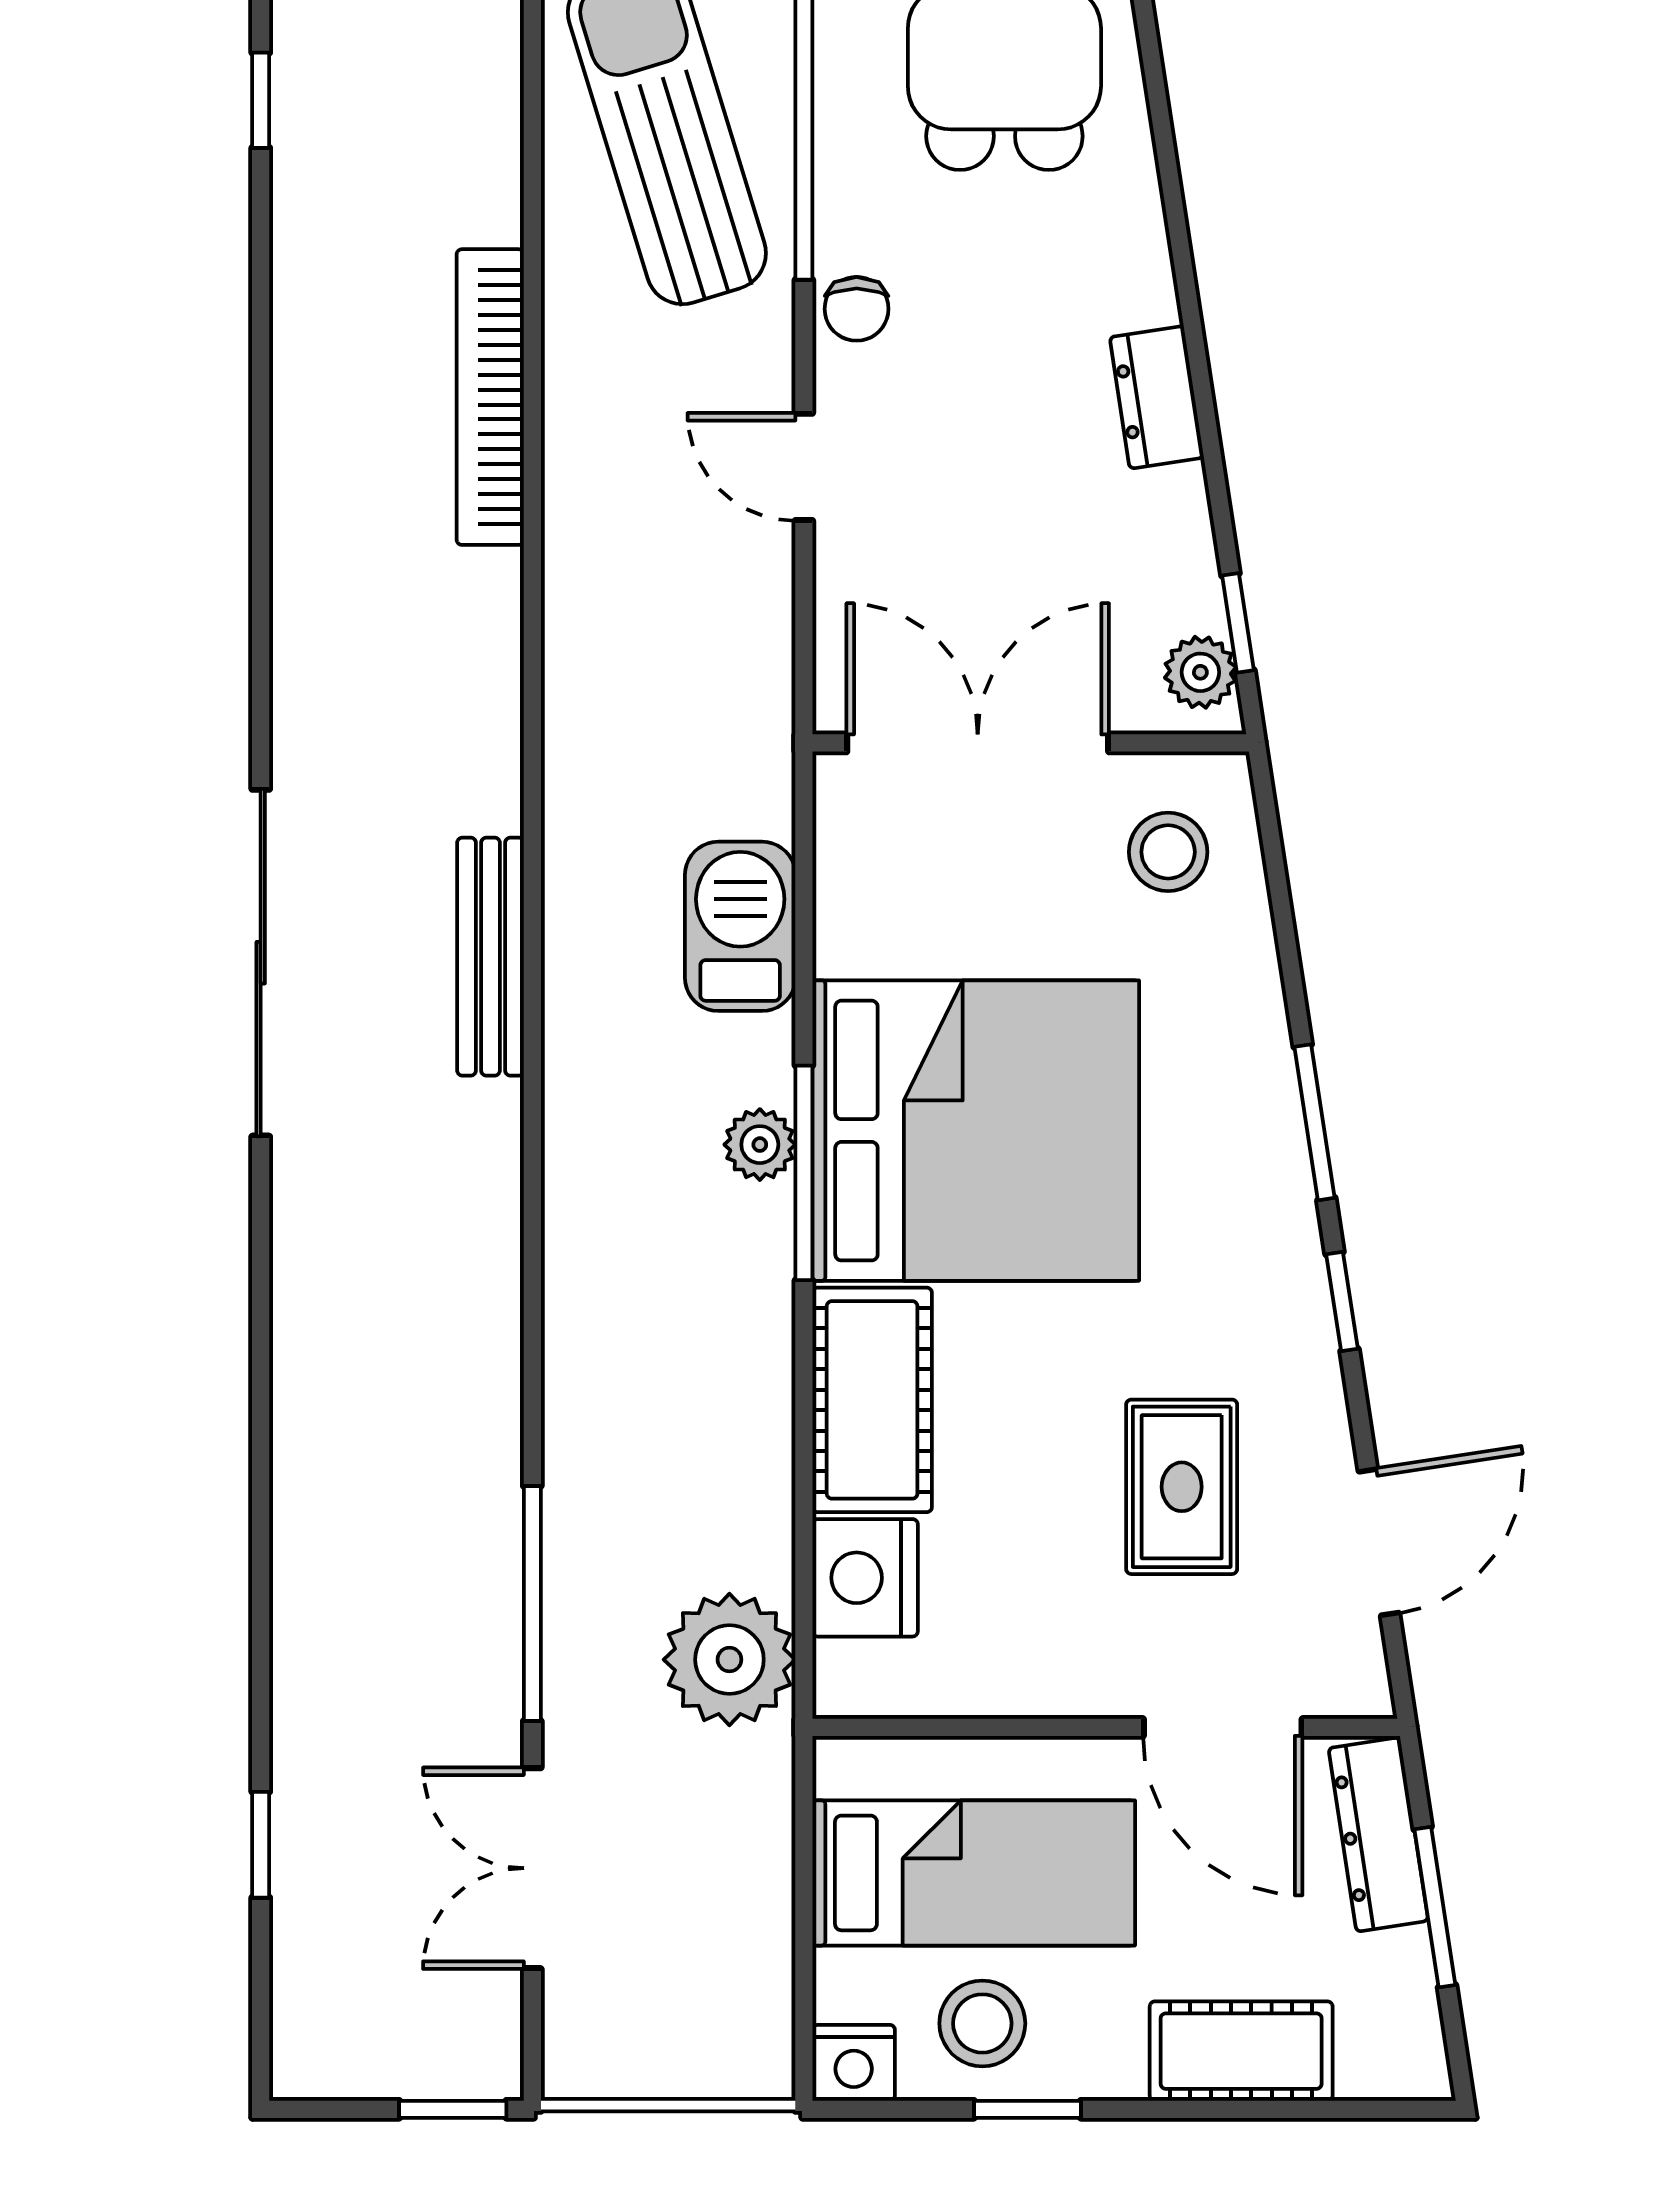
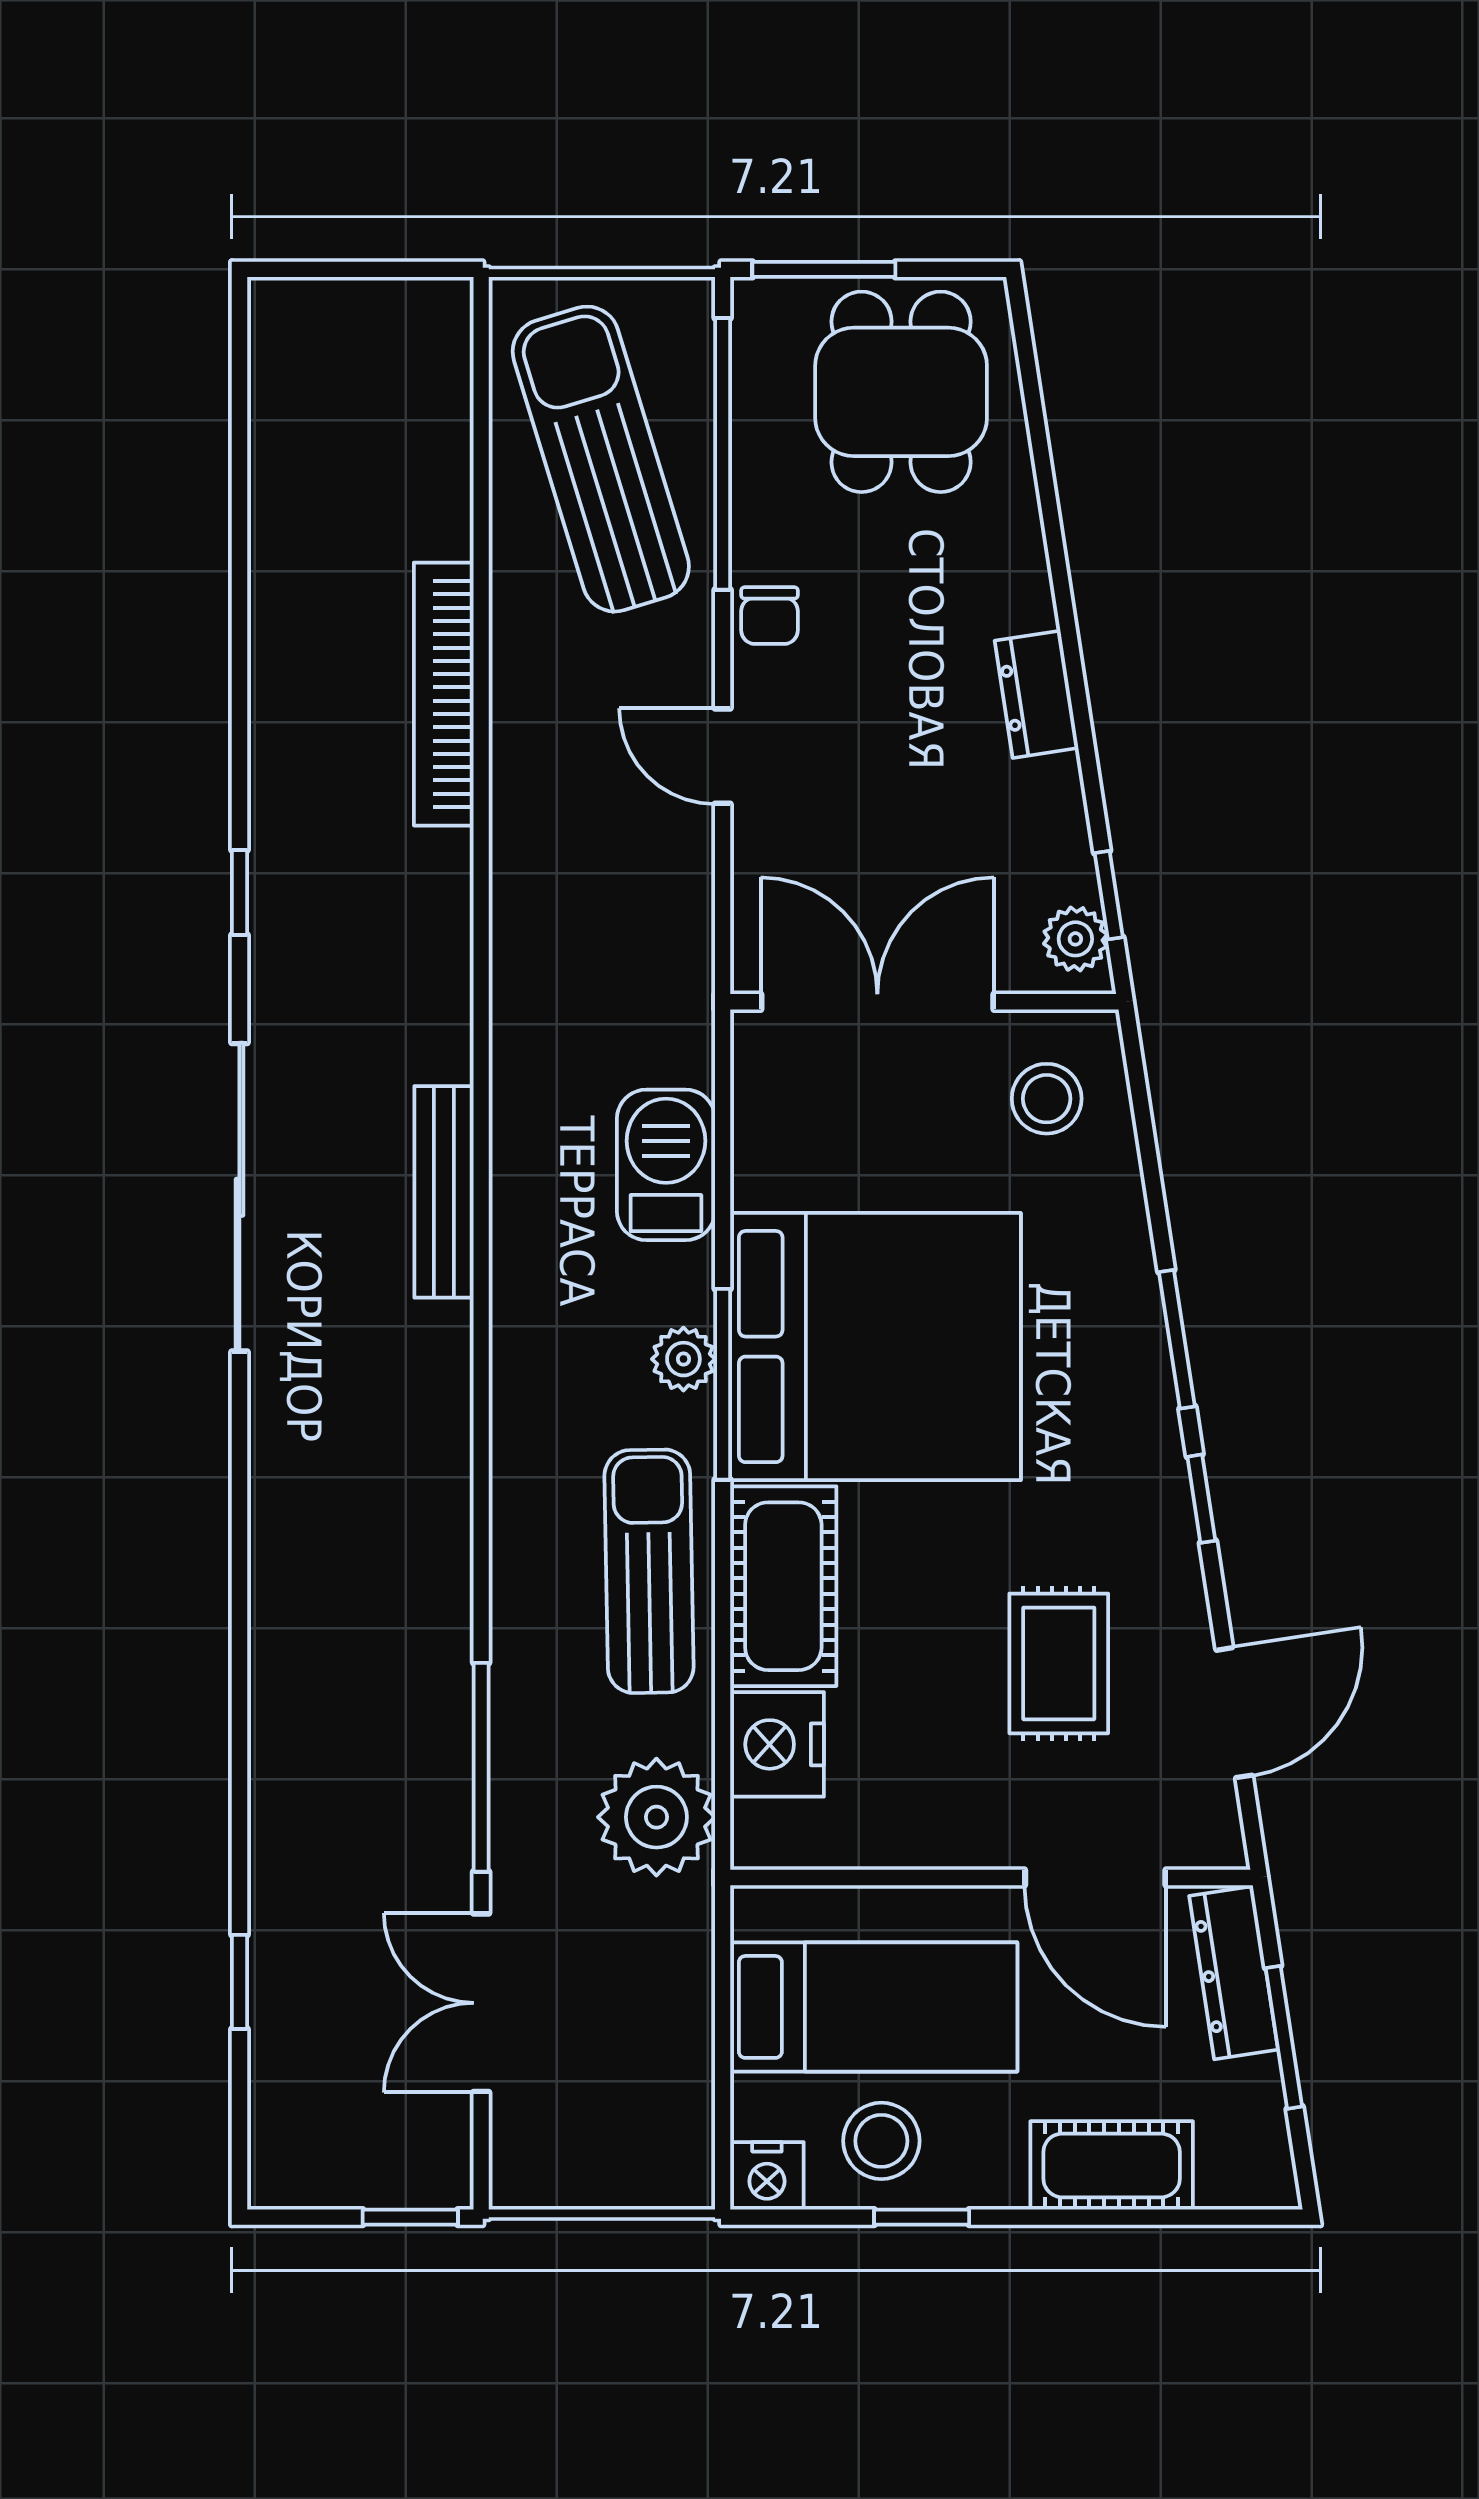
window: (261, 100) -> (239, 893), moved
sun lounger: (721, 1383) -> (649, 1571), added

